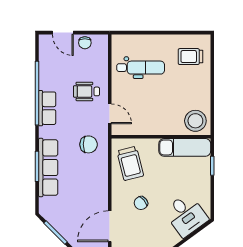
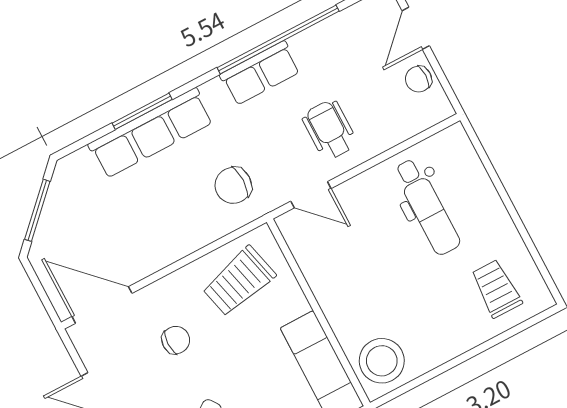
door: (110, 114) -> (311, 195), hinge flipped
chair: (89, 144) -> (233, 185), turned 90
chair: (141, 203) -> (176, 340), turned 130

